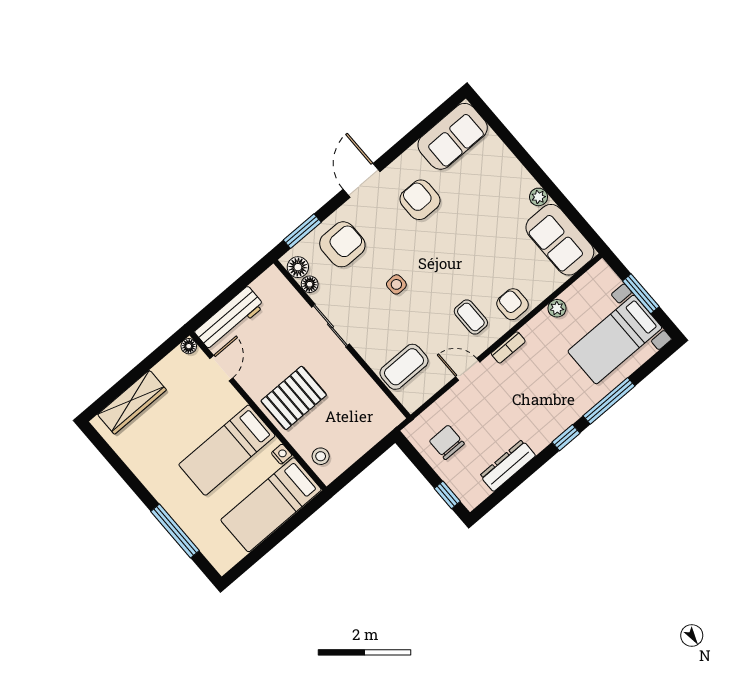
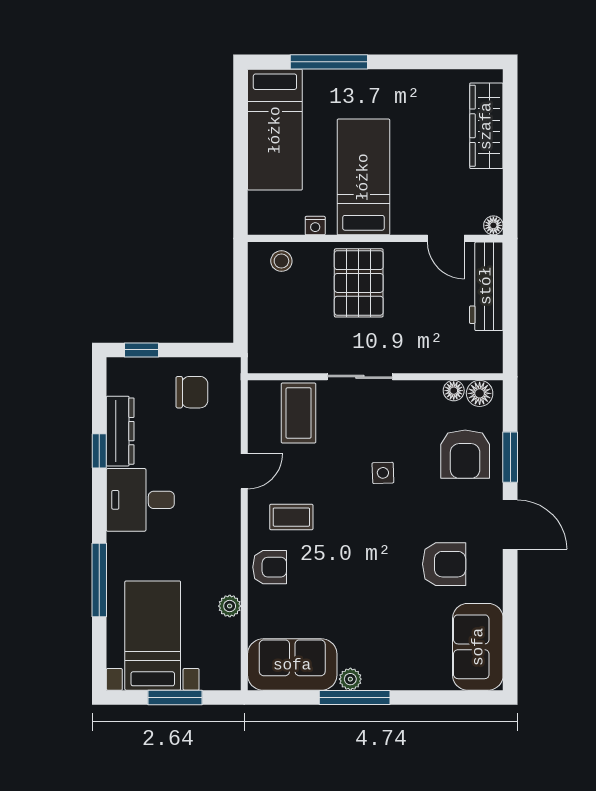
window: (547, 185) -> (355, 697), added
window: (302, 231) -> (510, 457), moved
sliding door: (330, 325) -> (360, 377), moved
bookcase: (508, 347) -> (232, 528), removed
desk: (539, 418) -> (140, 500), added
window: (566, 438) -> (99, 451), moved
bed: (271, 505) -> (275, 130), moved, turned 180

